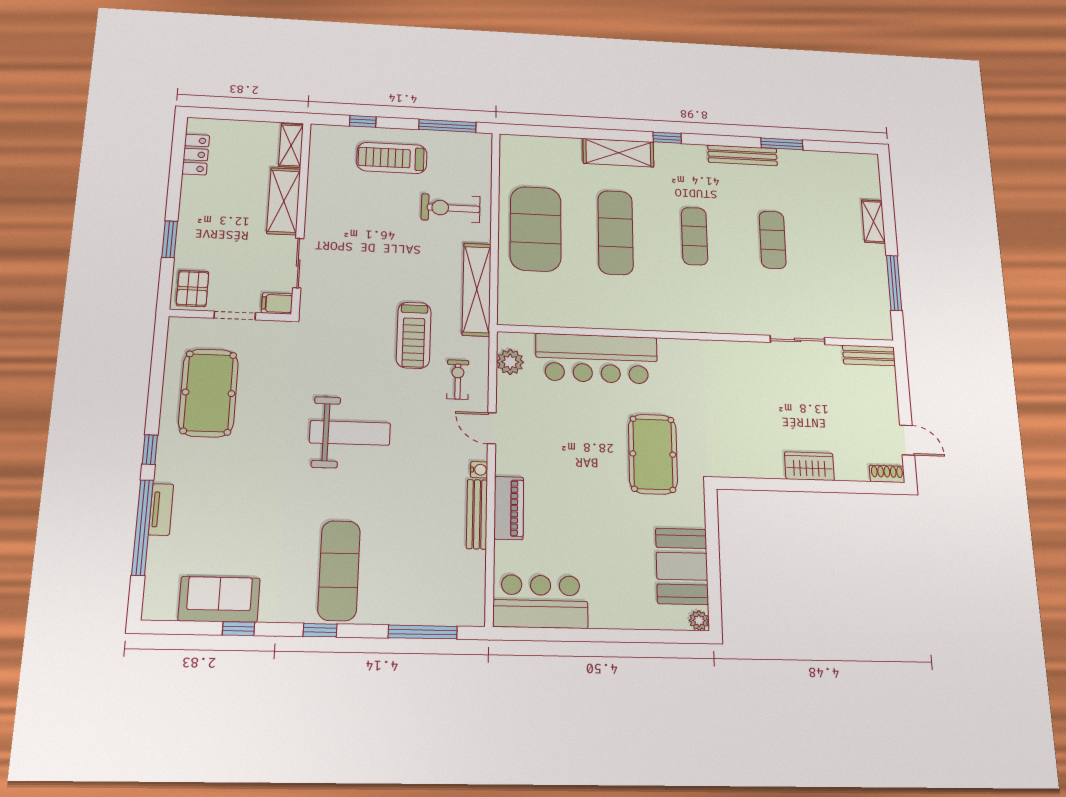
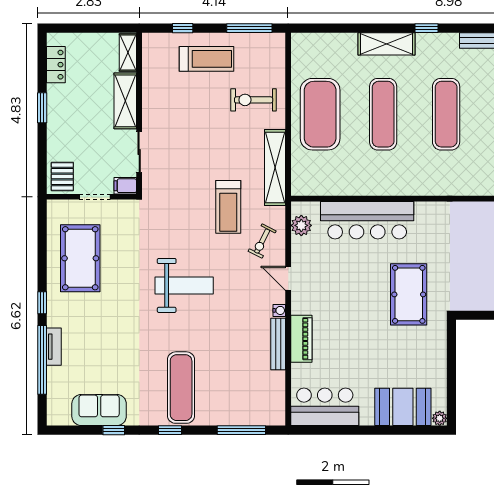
treadmill: (392, 158) -> (207, 59), turned 180
exercise mat: (694, 236) -> (446, 114), width x1.36, depth x1.45
window: (170, 239) -> (42, 108), moved
exercise bike: (458, 380) -> (262, 241), turned -153
booth: (682, 566) -> (403, 407), moved, turned 90

